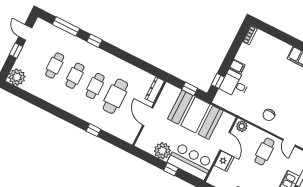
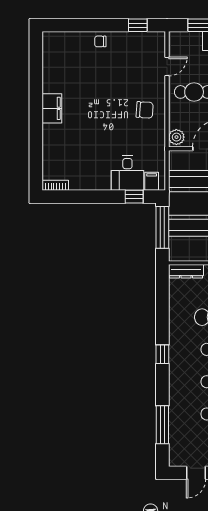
window: (94, 41) -> (162, 354), moved
filing cabinet: (237, 66) -> (152, 181), moved
window: (190, 89) -> (162, 227), width x2.17

